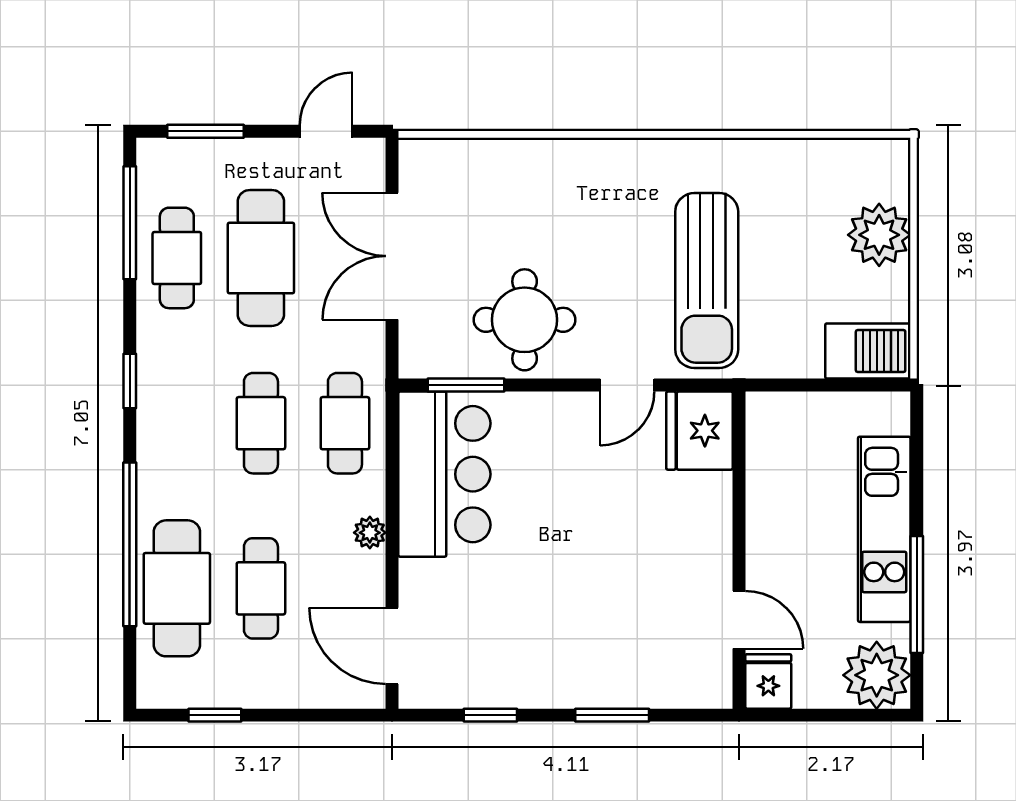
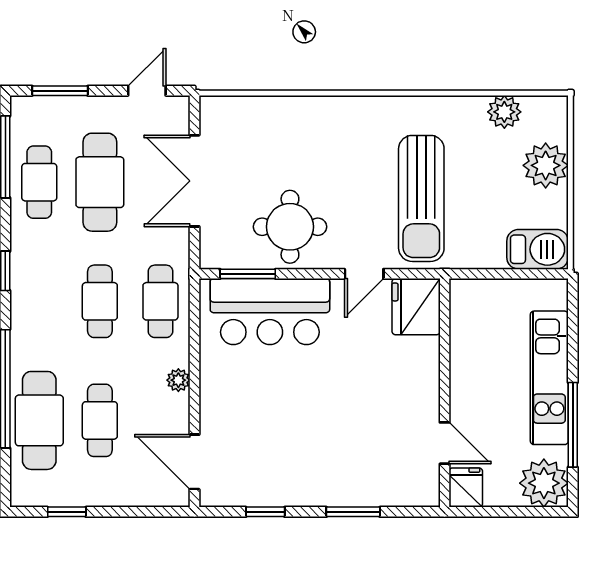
plant: (822, 161) -> (504, 112), added
bar counter: (444, 474) -> (270, 312), moved, turned 90

